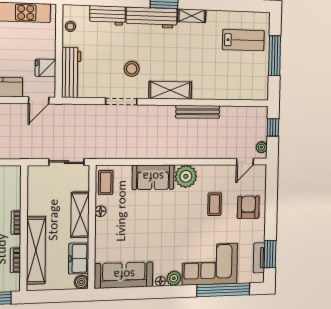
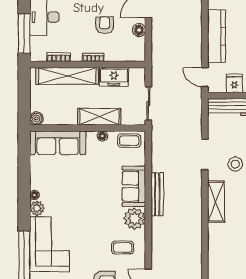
bench: (198, 112) -> (157, 194), moved
coffee table: (215, 204) -> (123, 247), moved
freezer: (79, 258) -> (114, 77), moved, turned 180
sofa: (124, 275) -> (58, 143), moved, turned 90

